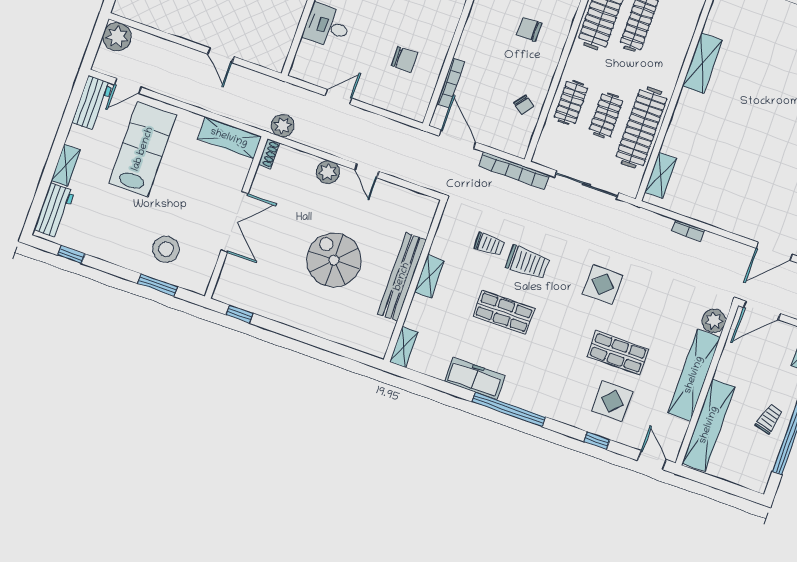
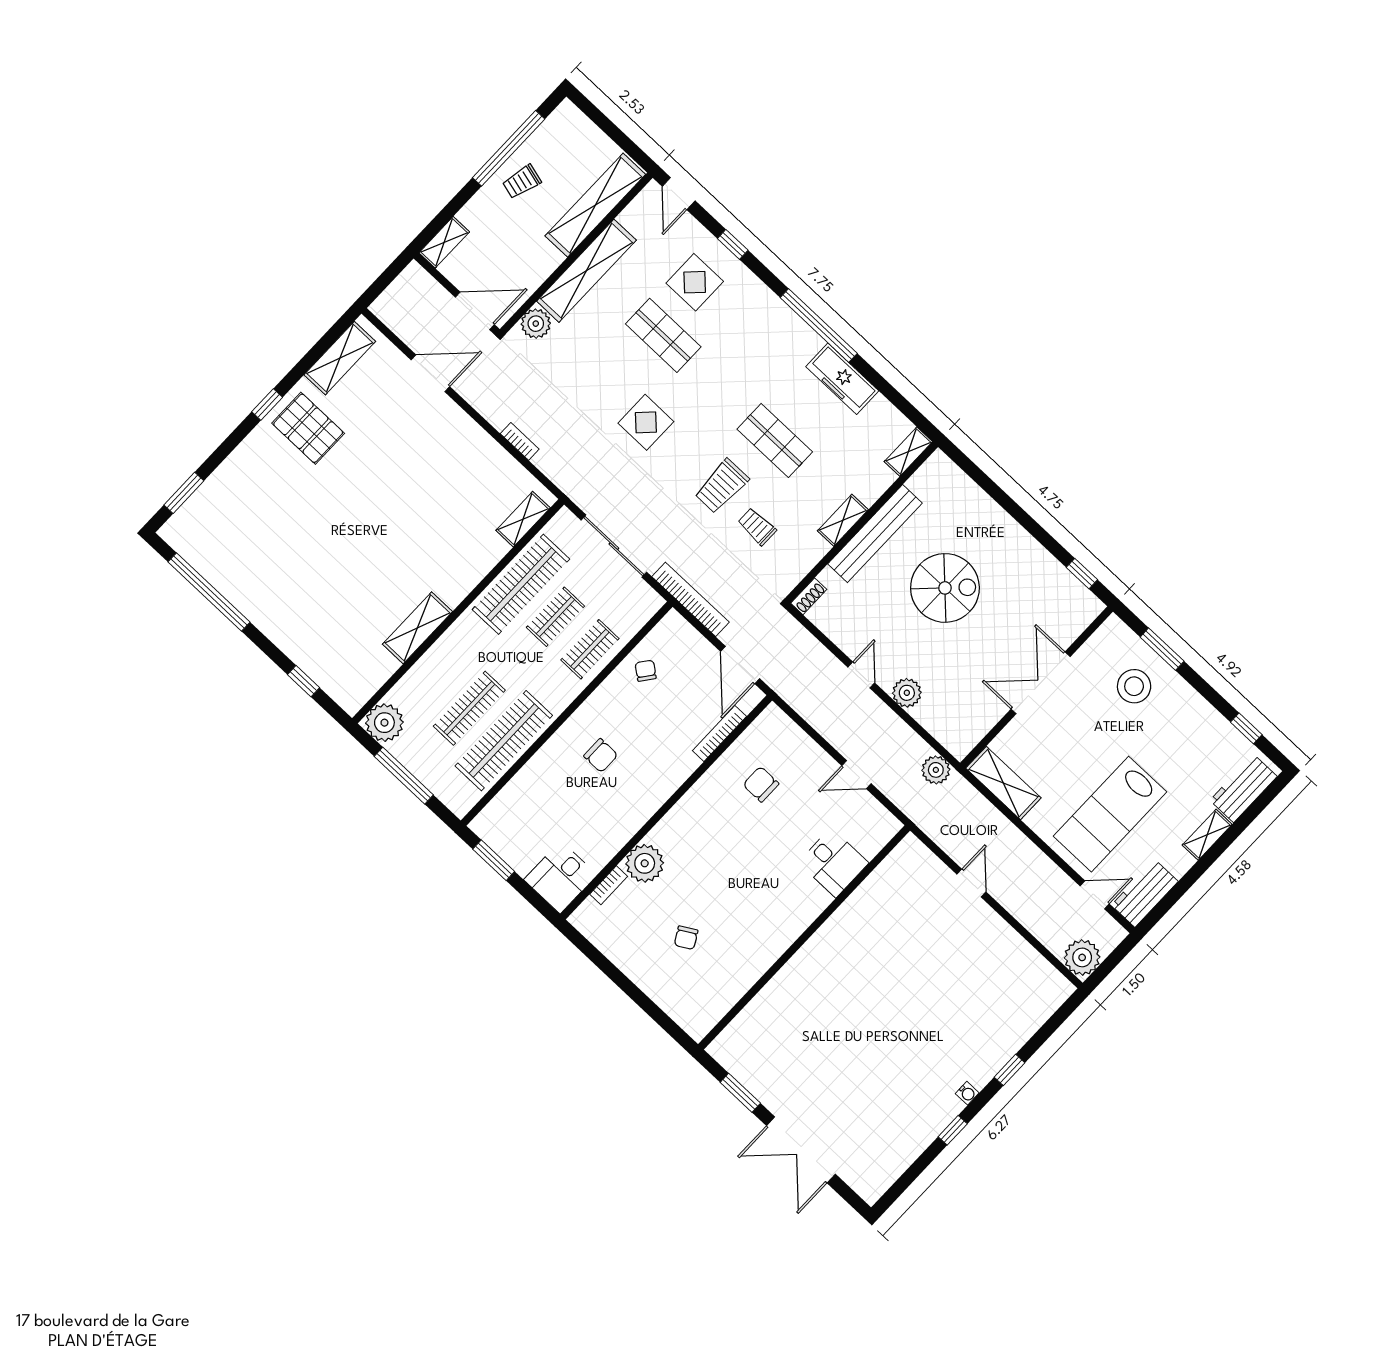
shoe rack: (269, 154) -> (809, 596), moved, turned 180
spiral stairs: (334, 260) -> (945, 588), turned -90
trolley: (528, 262) -> (722, 486), turned -90

